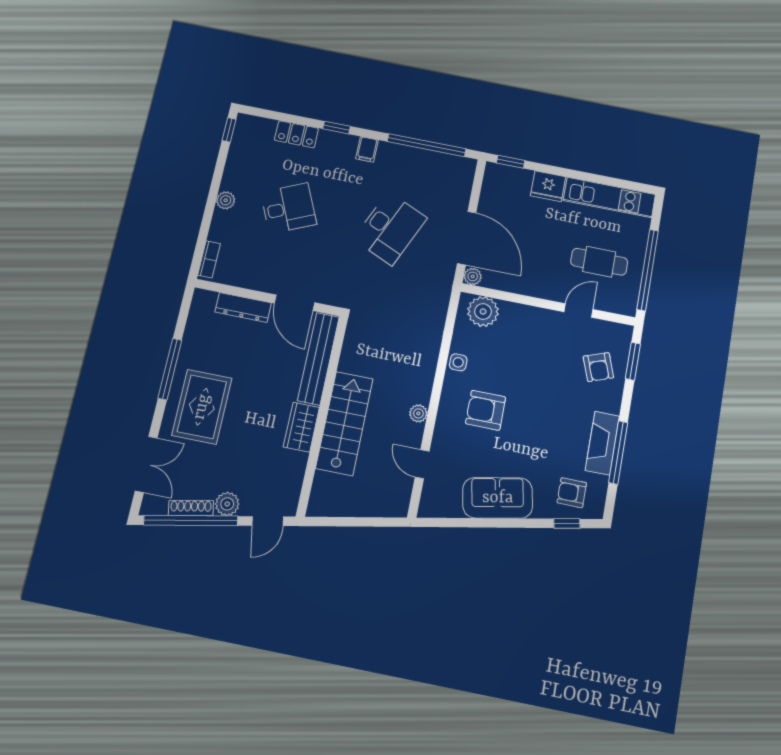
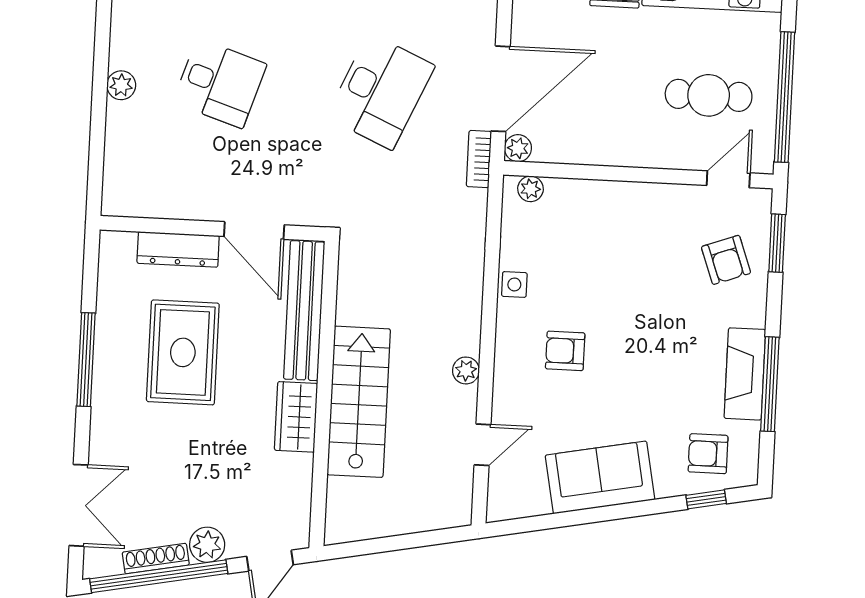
desk: (289, 208) -> (220, 83), turned 42
door: (467, 238) -> (501, 89), hinge flipped
bookcase: (209, 259) -> (479, 159), moved, turned 180
plant: (483, 311) -> (531, 189), width x0.53, depth x0.53
door: (578, 311) -> (728, 179), moved
rug: (202, 407) -> (183, 352), moved
armchair: (486, 410) -> (565, 351), width x0.72, depth x0.72
door: (422, 464) -> (483, 445), swing flipped

